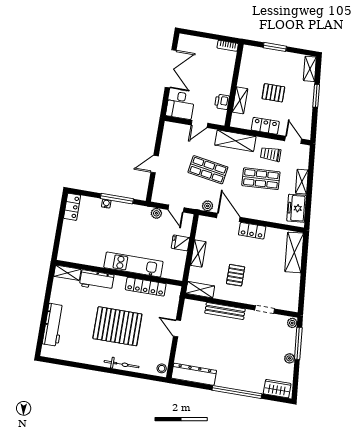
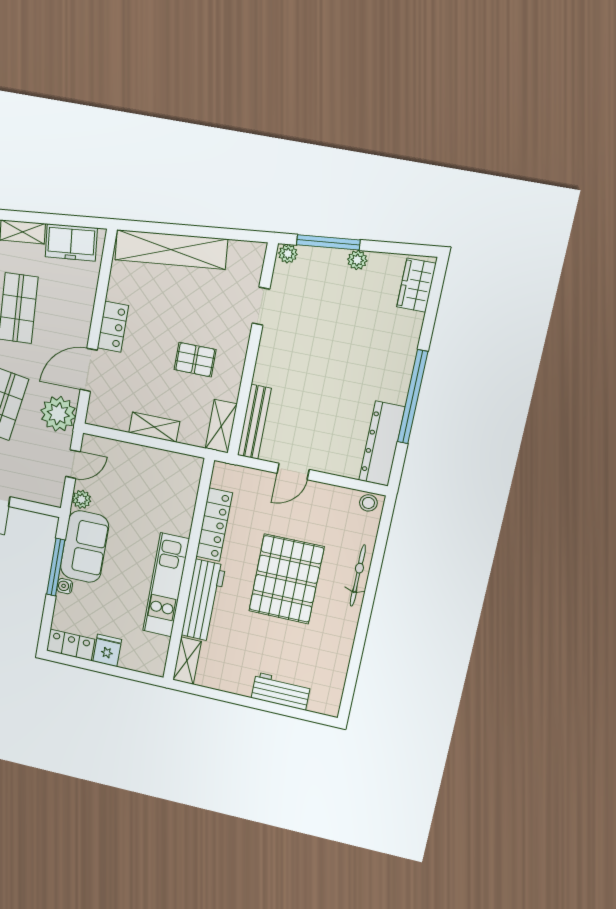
plant: (208, 206) -> (58, 414), width x1.88, depth x1.88
sofa: (130, 215) -> (85, 547), added
fridge: (180, 243) -> (107, 650), moved, turned 180
shelving: (294, 252) -> (171, 249), width x1.47
kitchen unit: (133, 265) -> (166, 585), moved
workbench: (97, 280) -> (203, 600), width x1.38
bench: (225, 311) -> (254, 422), moved
workbench: (53, 325) -> (281, 691), width x0.73
window: (237, 392) -> (413, 397), moved

